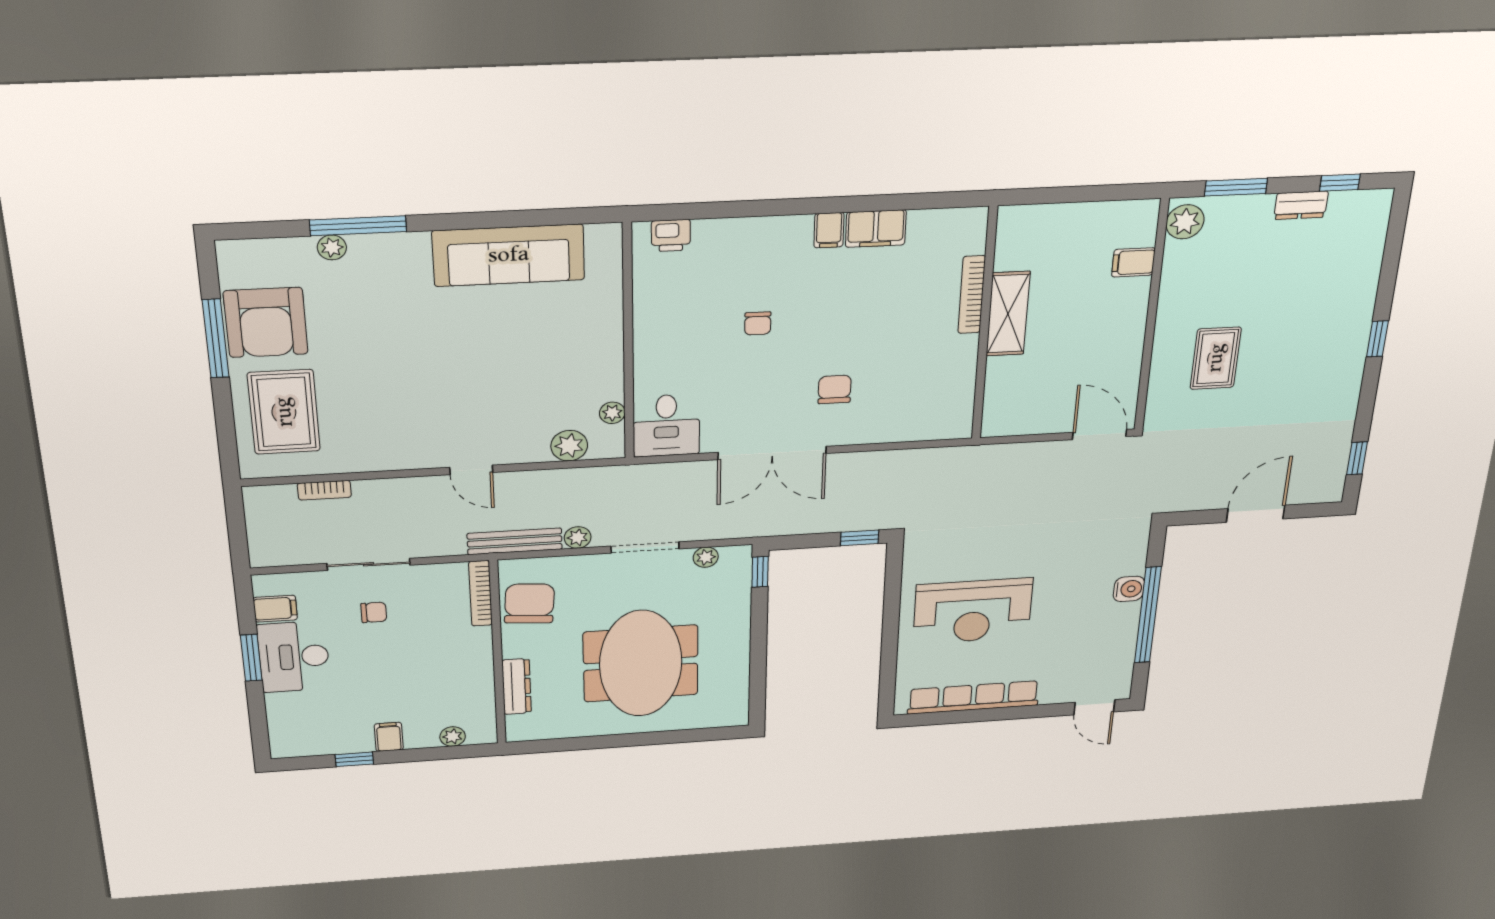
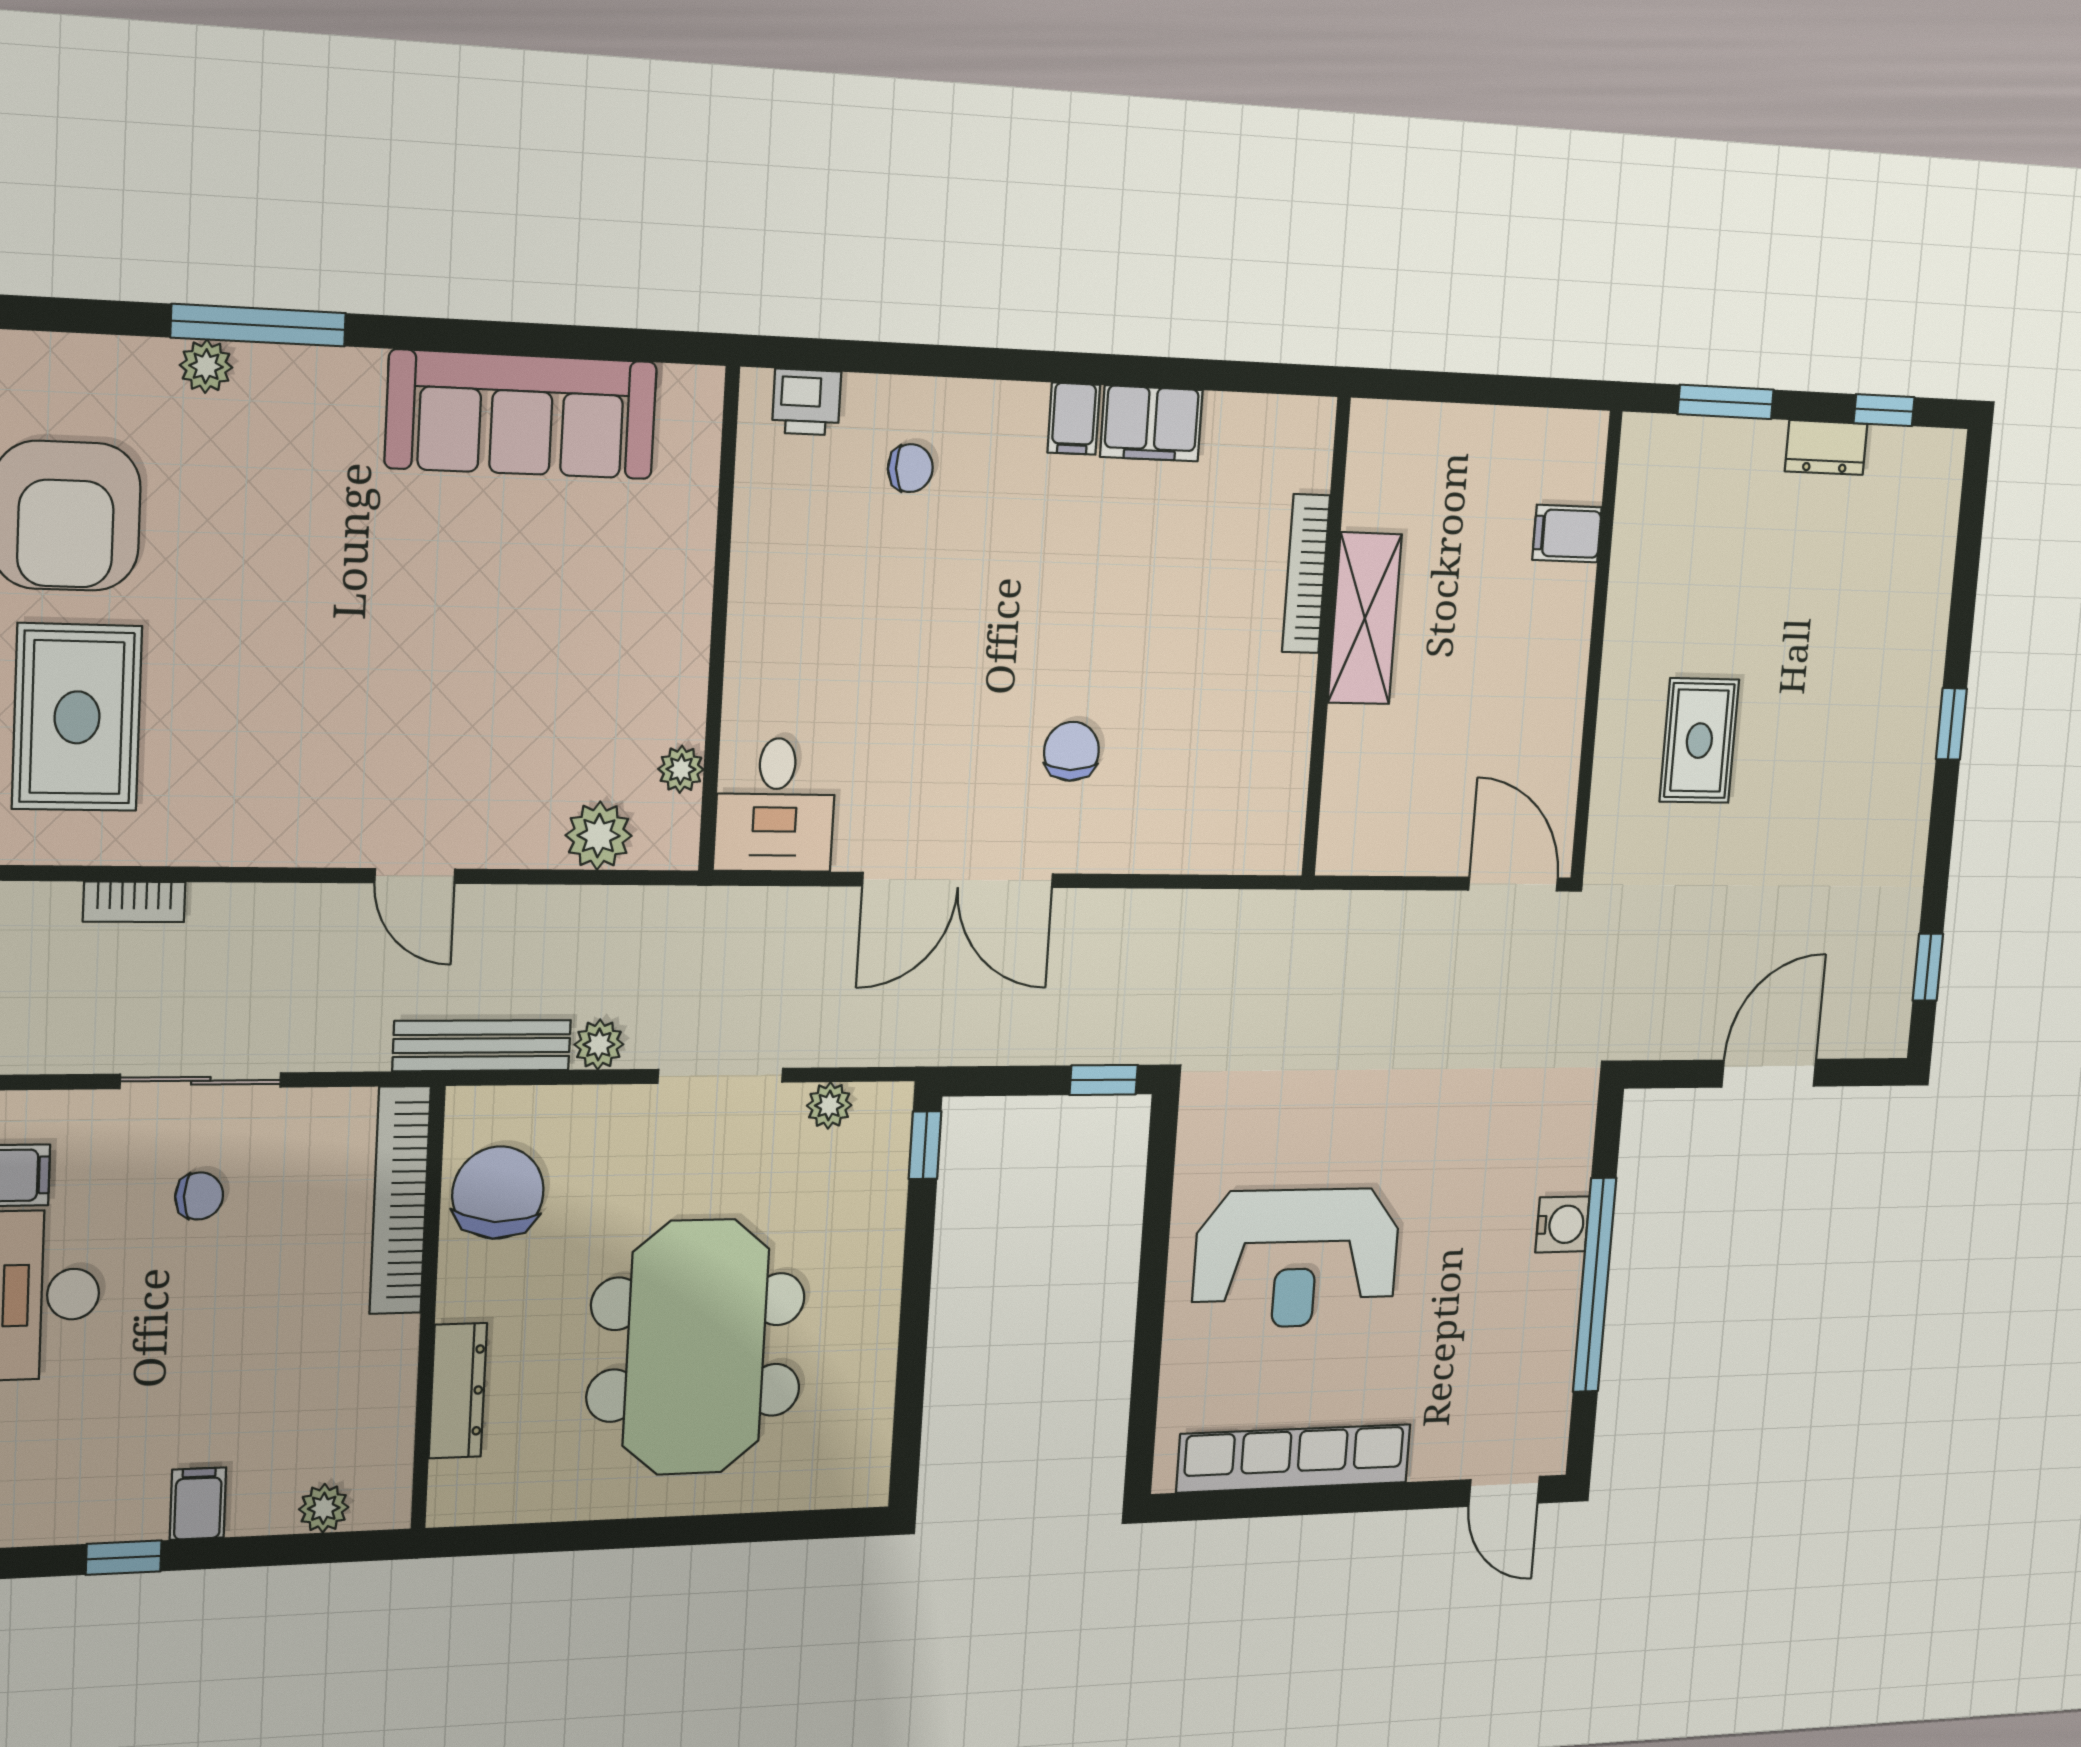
plant: (1185, 222) -> (1648, 461), removed
chair: (758, 323) -> (910, 468), moved, turned -94
bookcase: (481, 593) -> (400, 1200), width x1.48, depth x1.31

